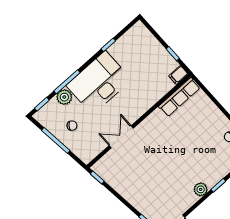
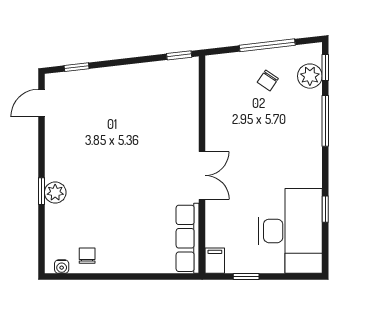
desk: (99, 83) -> (290, 231), moved
plant: (64, 97) -> (310, 76), moved
double door: (121, 137) -> (202, 175), moved
plant: (201, 189) -> (55, 193), moved

